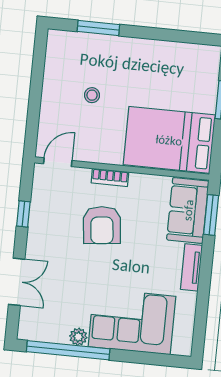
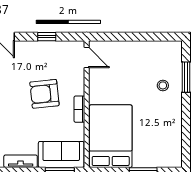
stool: (92, 95) -> (163, 85), moved
bookcase: (110, 177) -> (79, 109), moved

